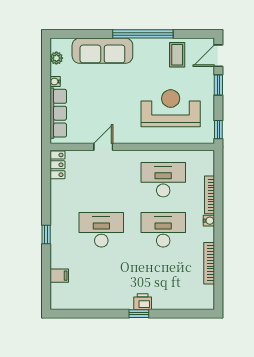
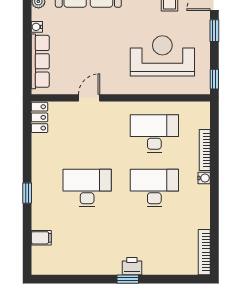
bookcase: (209, 263) -> (204, 252), moved

